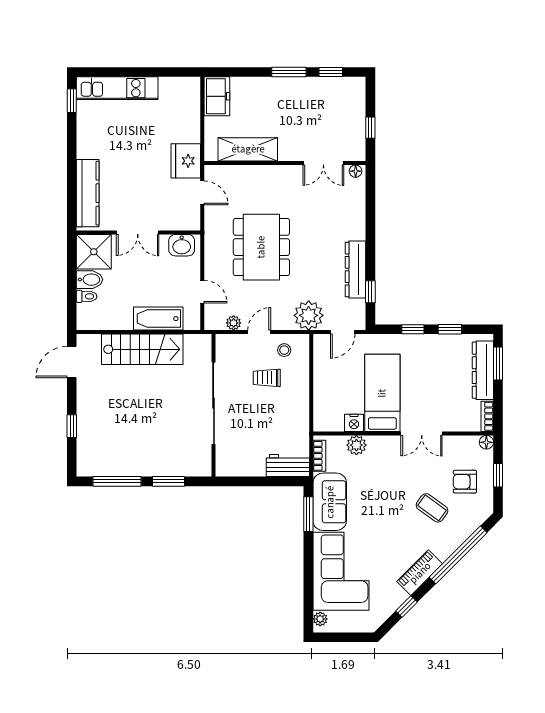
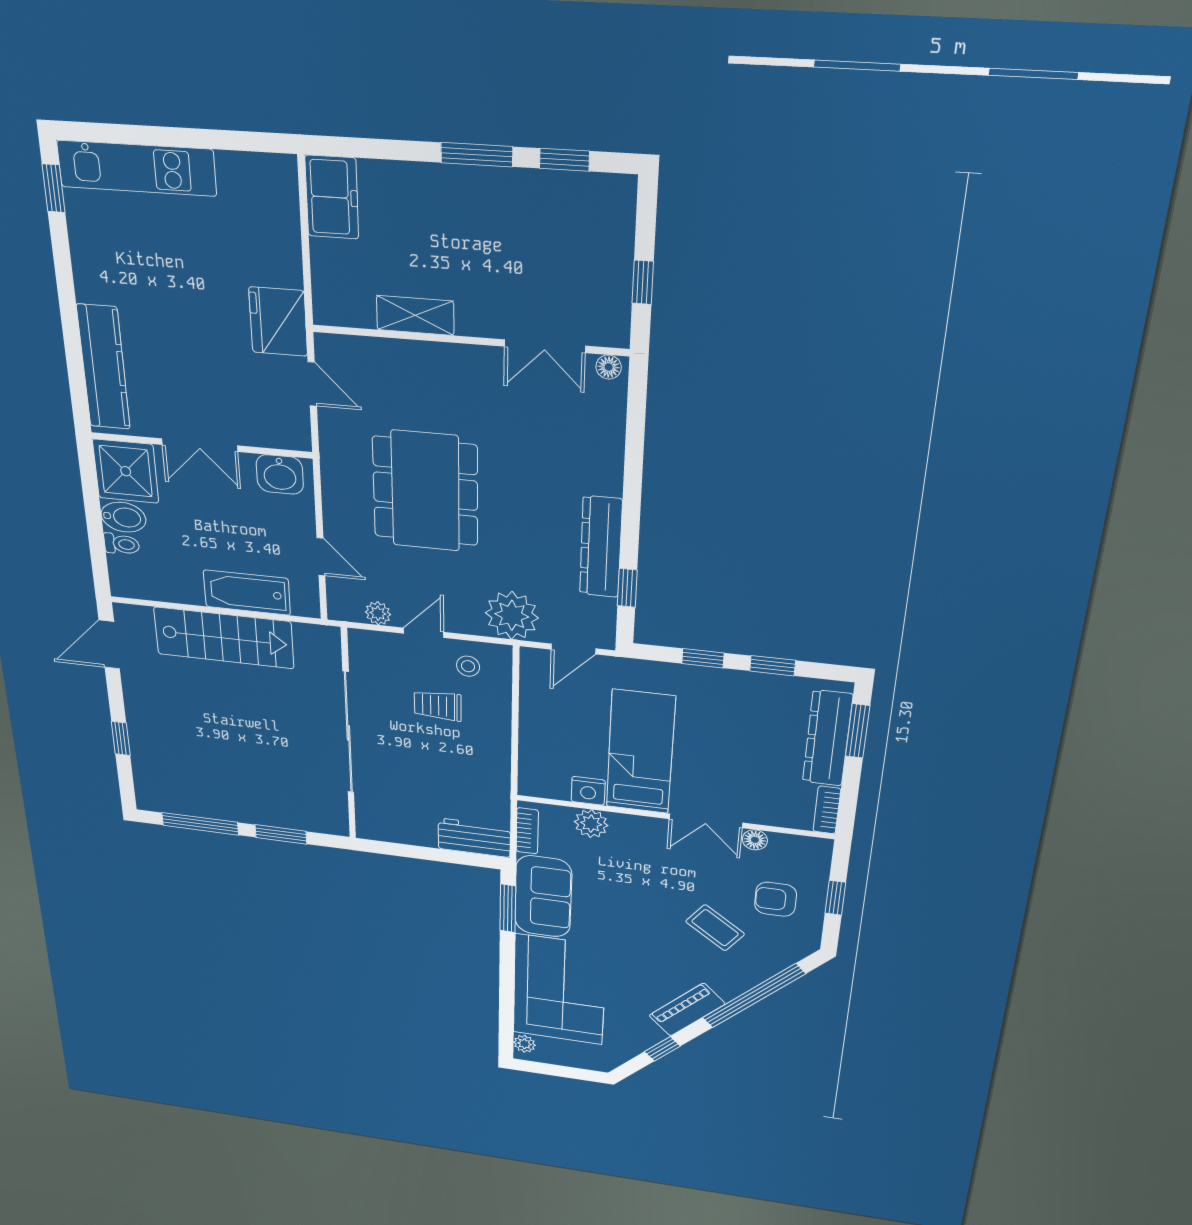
shelving: (248, 149) -> (415, 315), width x0.67, depth x0.75
floor lamp: (486, 442) -> (755, 840), moved

